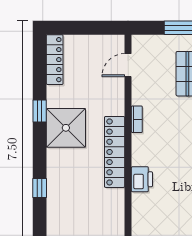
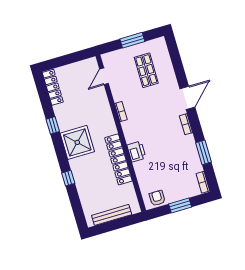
shower: (66, 128) -> (77, 142), moved
locker: (115, 152) -> (118, 159), moved

